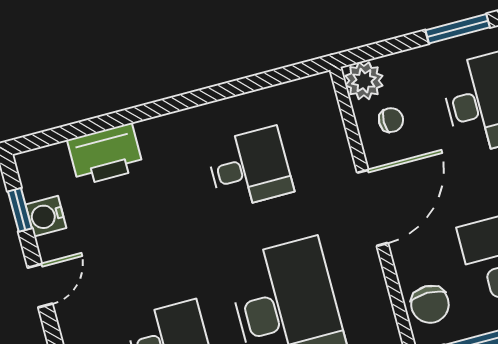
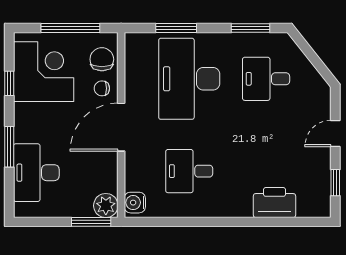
window: (458, 29) -> (91, 222), moved
chair: (391, 120) -> (102, 88), moved
water cooler: (46, 216) -> (135, 203), moved, turned 180

